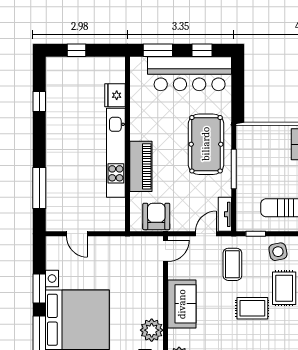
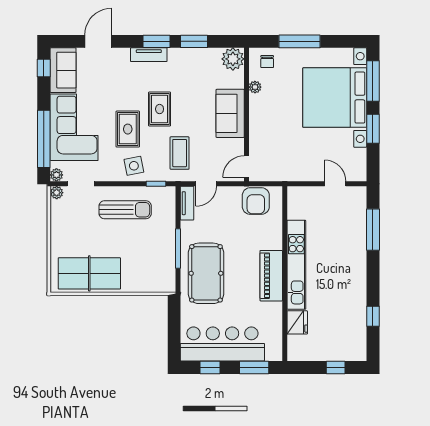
piano: (141, 166) -> (271, 276), moved
rug: (252, 308) -> (160, 109), turned 90
plant: (152, 330) -> (255, 87), width x0.53, depth x0.53

